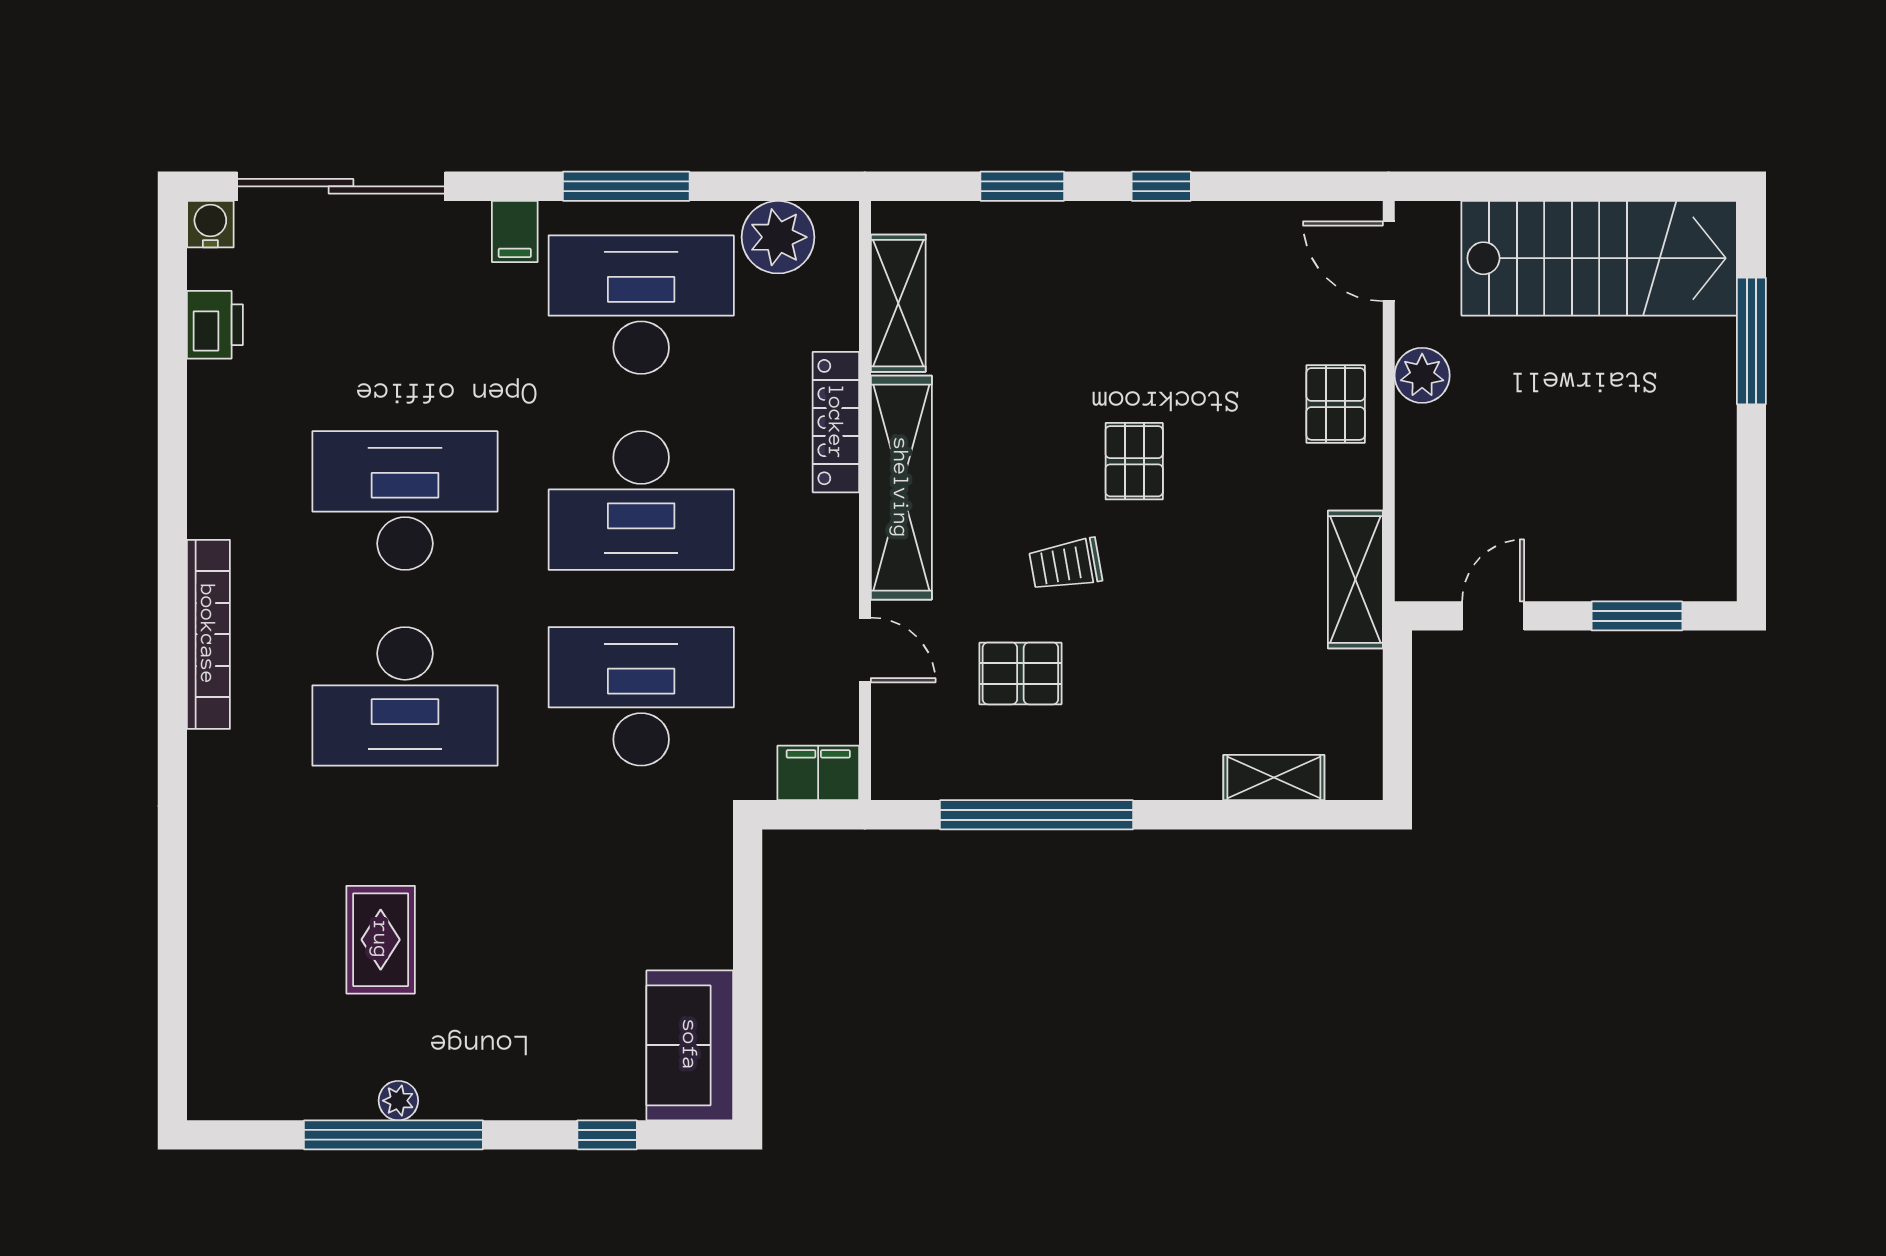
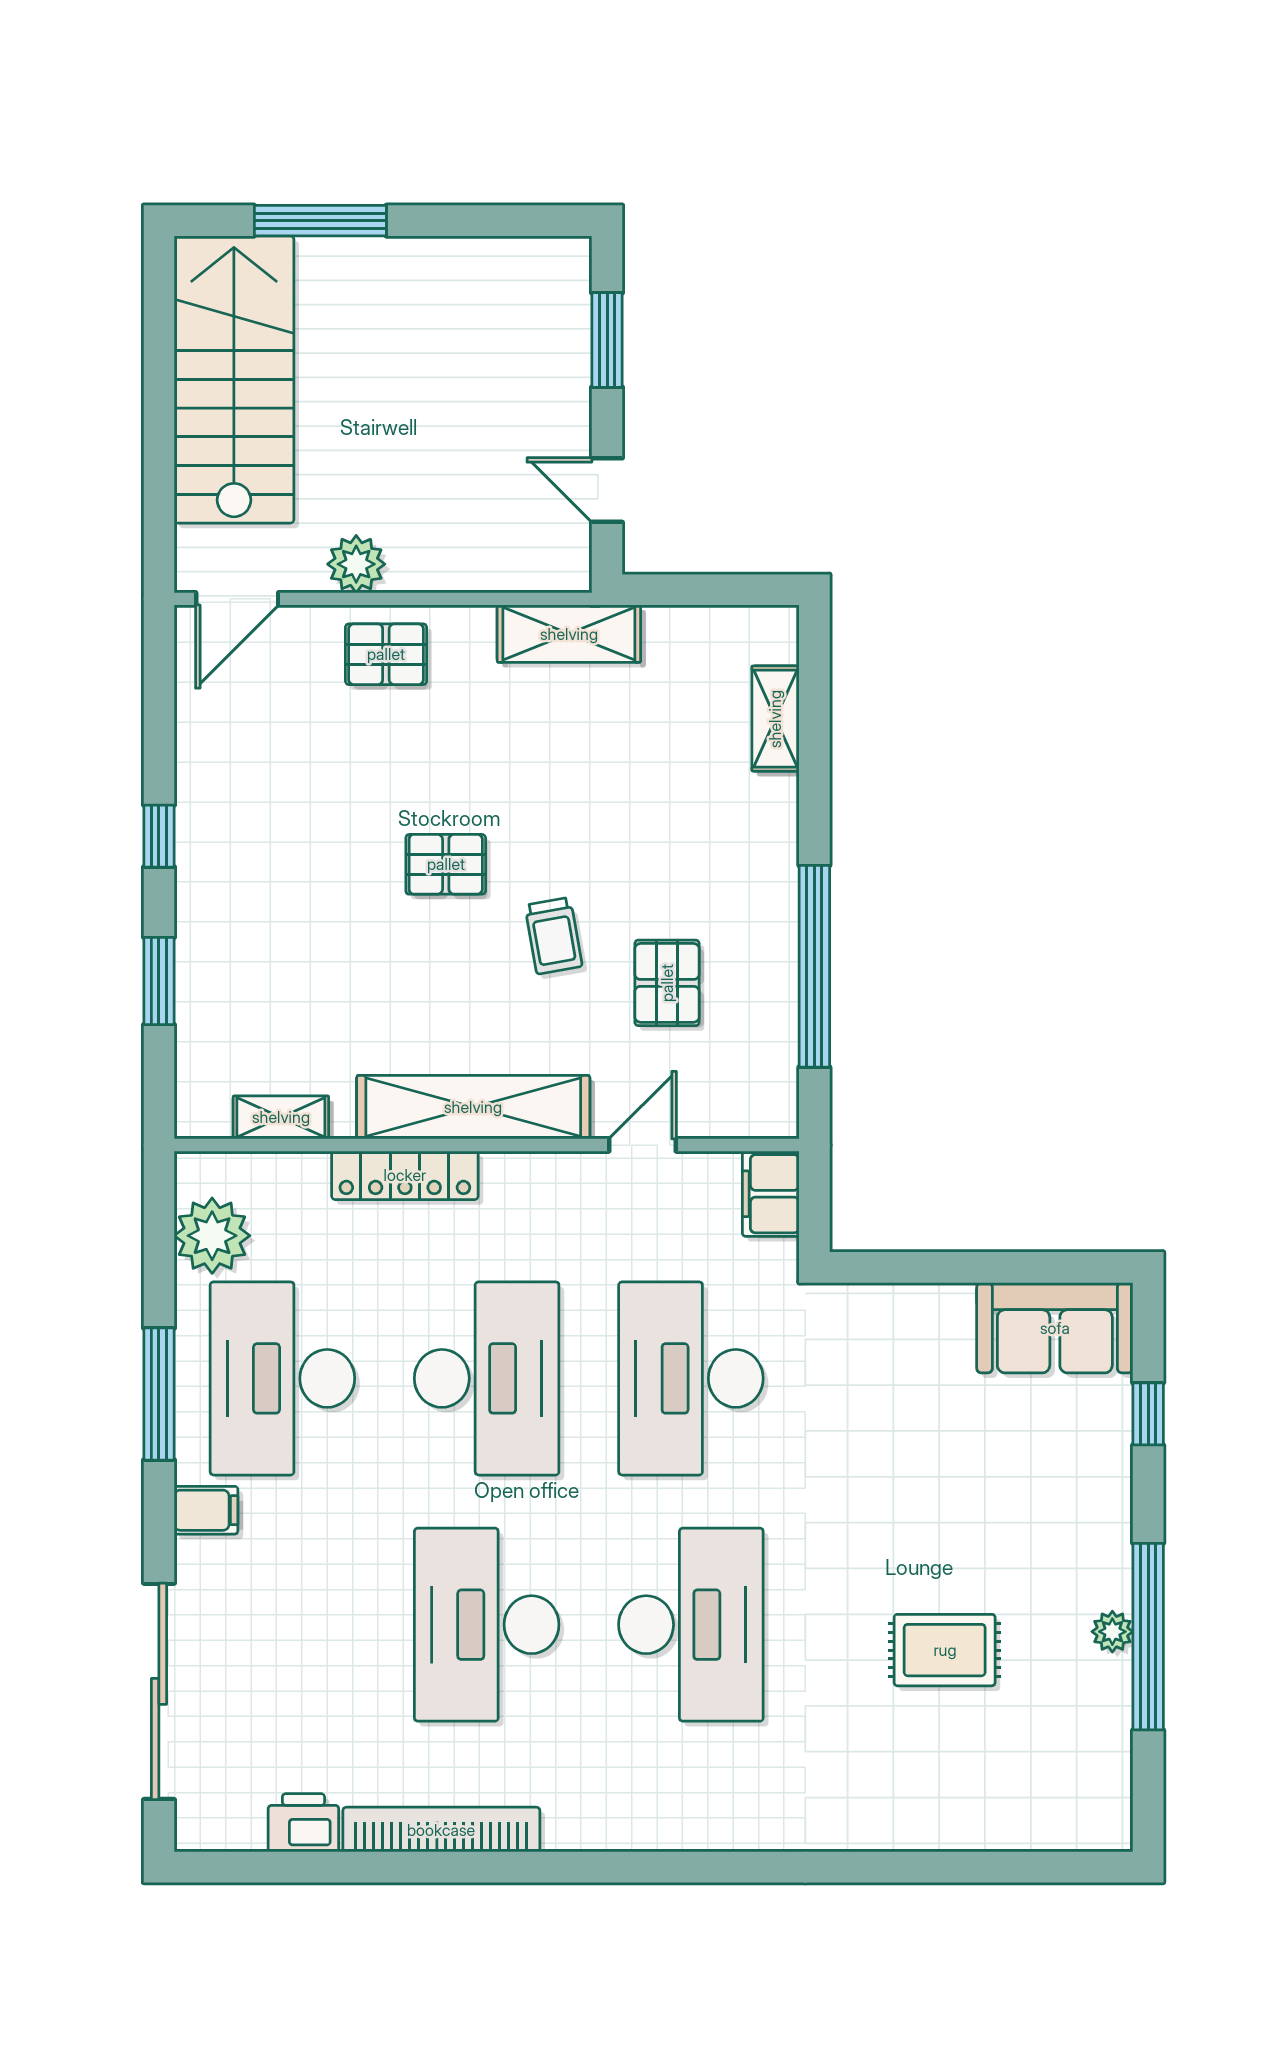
water cooler: (210, 224) -> (198, 1828), removed
shelving: (898, 303) -> (281, 1117), width x0.67, depth x0.75
bookcase: (208, 634) -> (441, 1830), moved

